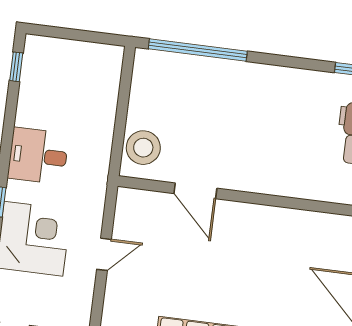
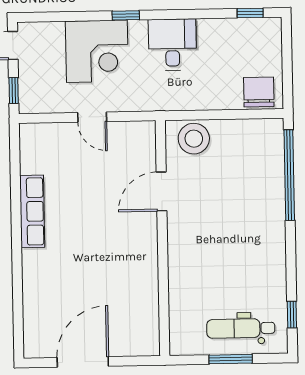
chair: (103, 70) -> (259, 92), added

